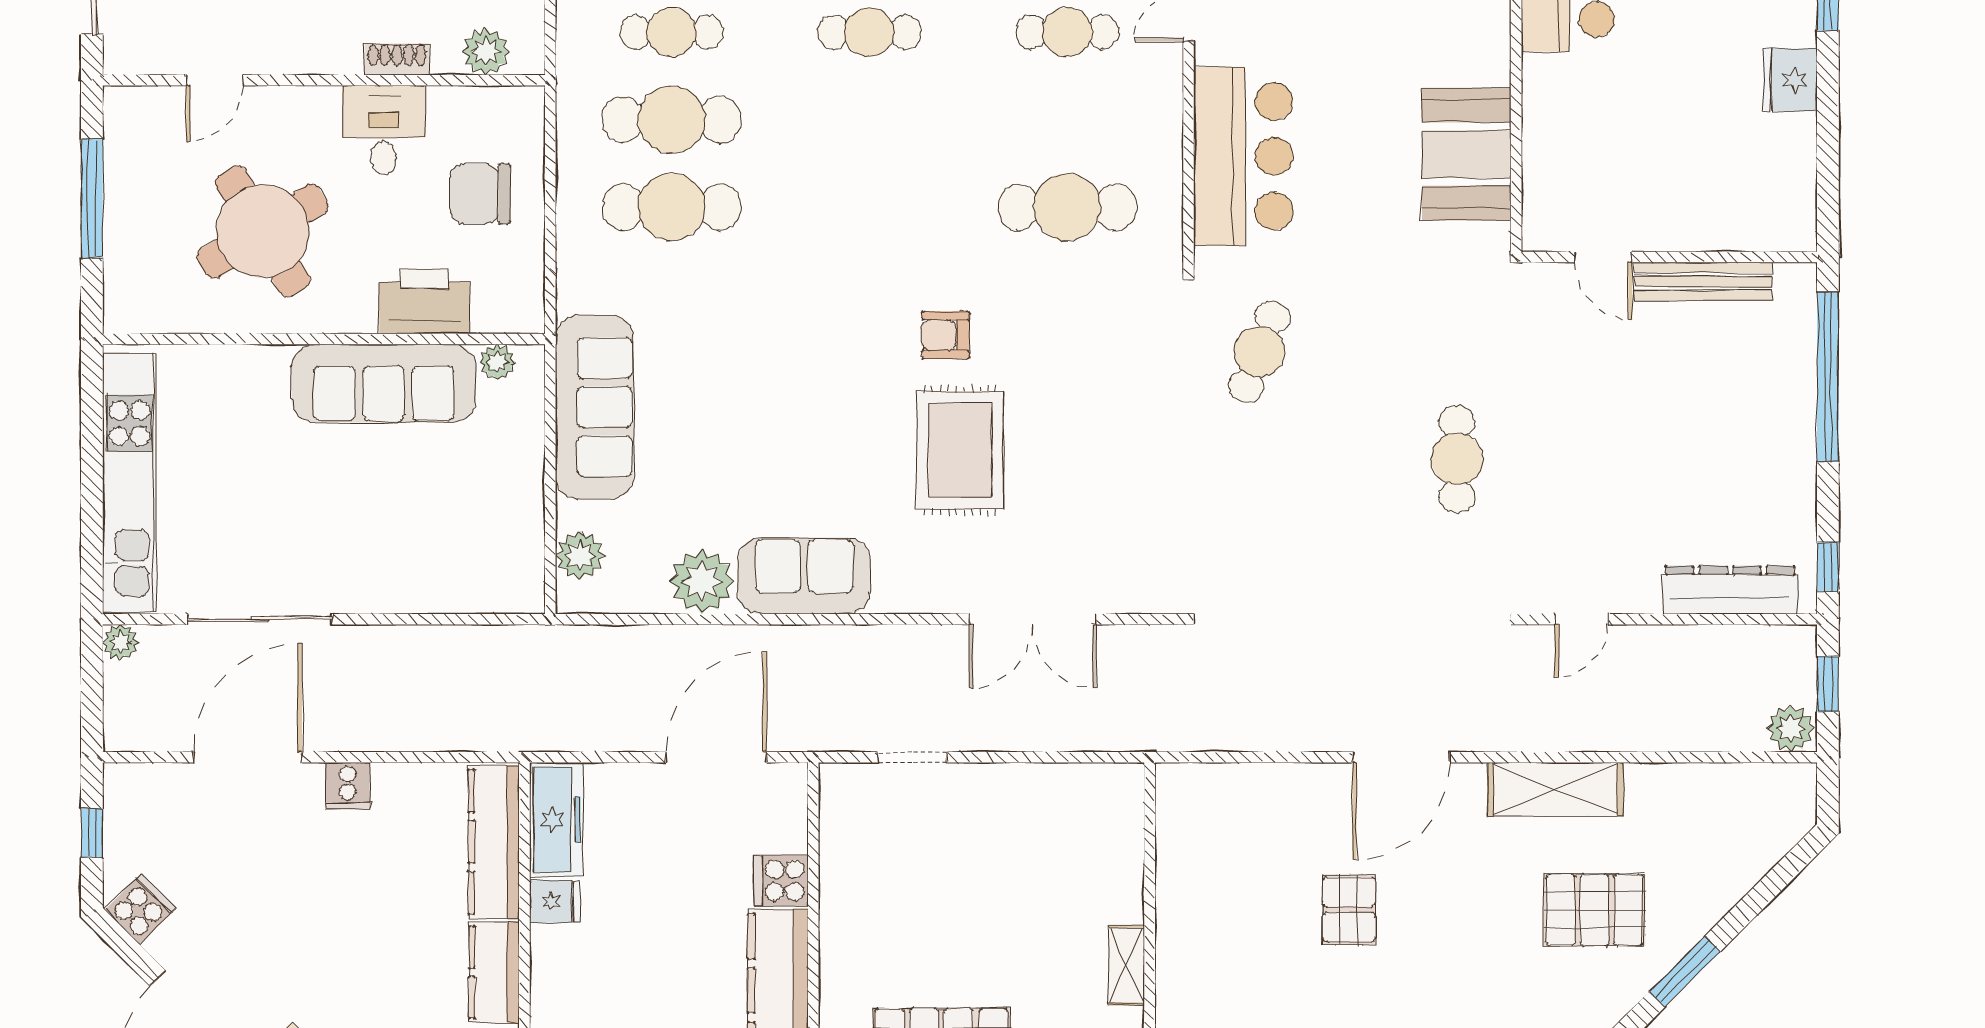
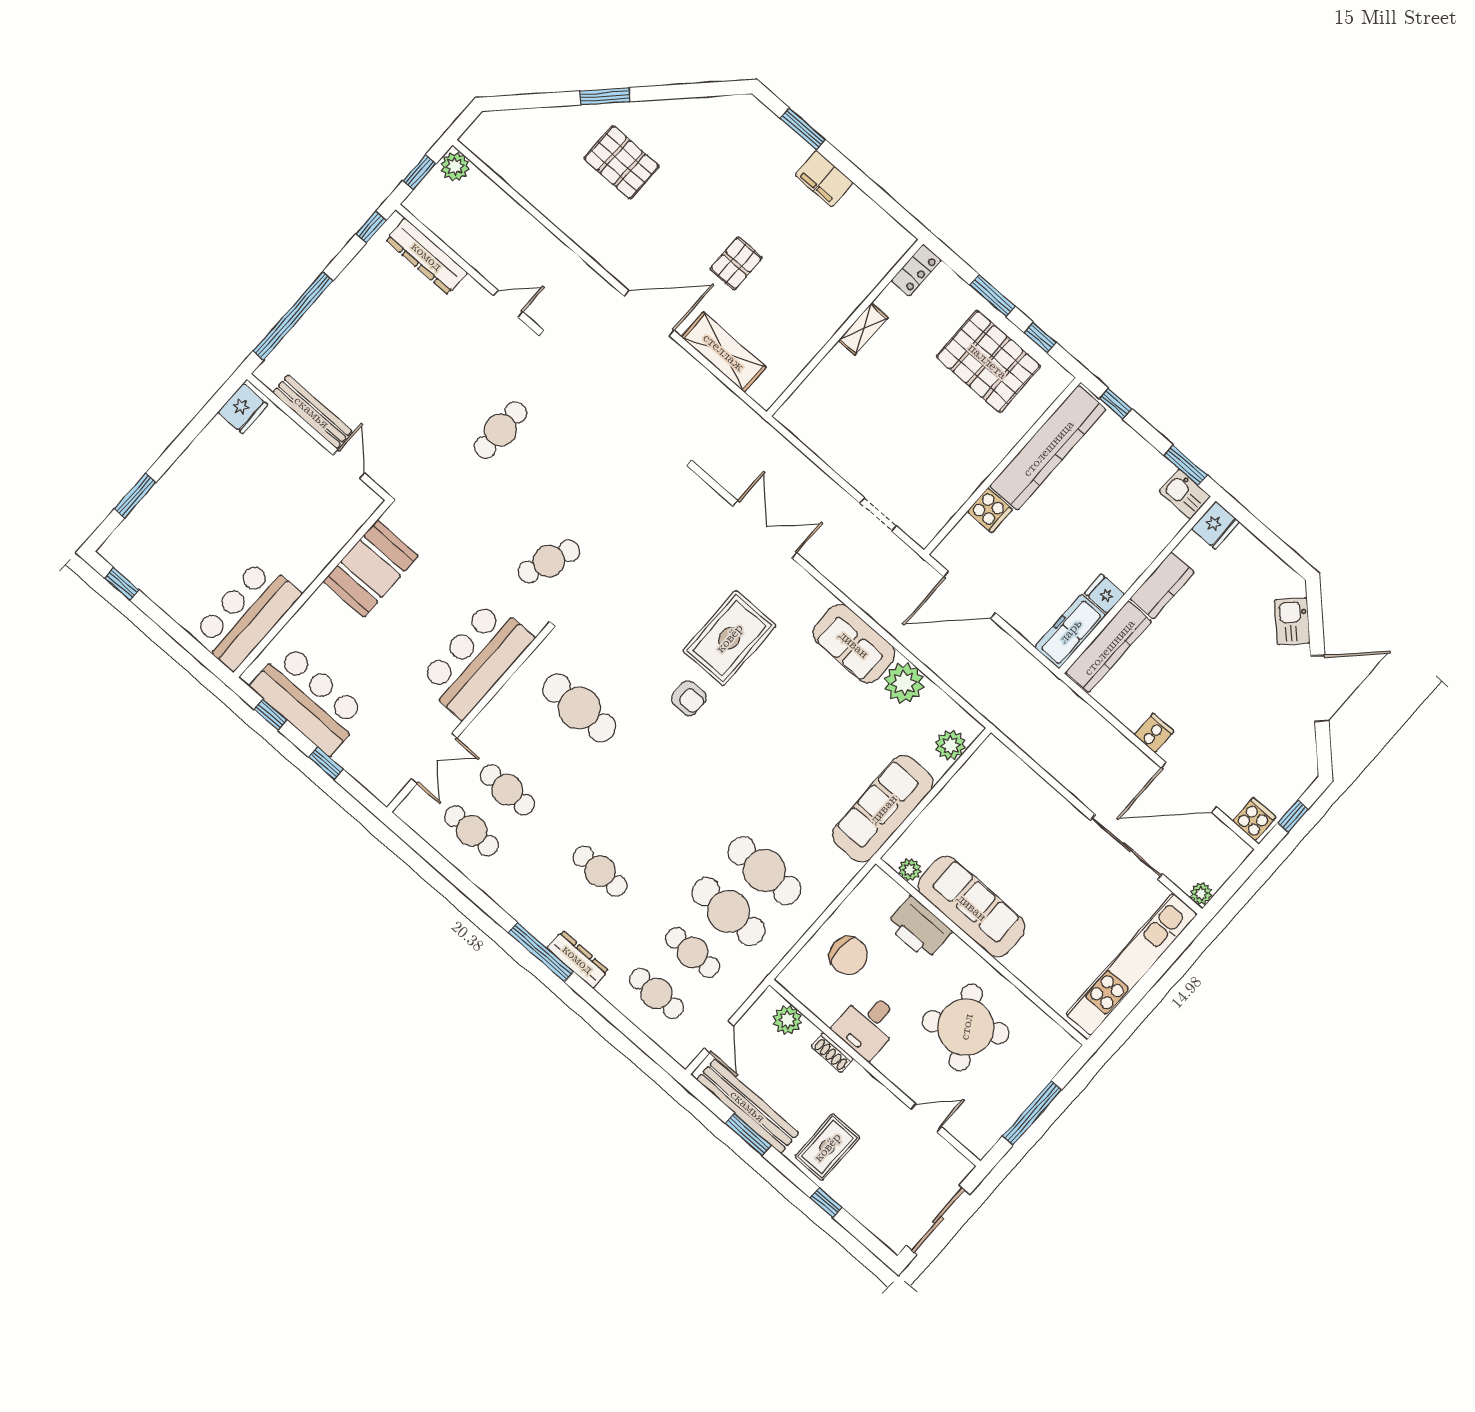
fridge: (1790, 80) -> (243, 408), moved
shelving: (1555, 789) -> (724, 352), moved
cooker: (140, 909) -> (1254, 819), moved, turned 135

